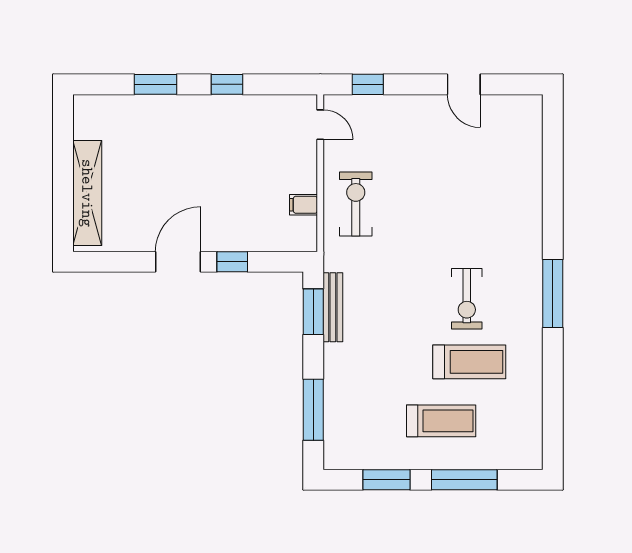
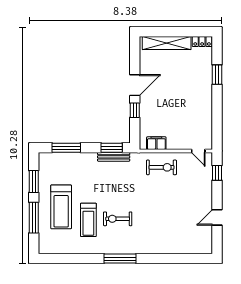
window: (227, 84) -> (217, 108), removed
locker: (84, 116) -> (202, 42), added
door: (320, 125) -> (198, 151), hinge flipped
filing cabinet: (303, 205) -> (156, 143), width x2.00
door: (178, 262) -> (135, 85), hinge flipped
treadmill: (441, 421) -> (61, 207), width x1.37, depth x1.38

